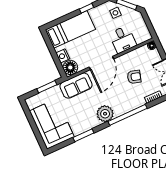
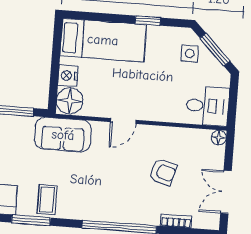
desk: (123, 39) -> (208, 106), moved, turned -90
door: (101, 63) -> (123, 121), width x0.53
plant: (105, 114) -> (84, 205), removed
coffee table: (86, 121) -> (47, 200), added

